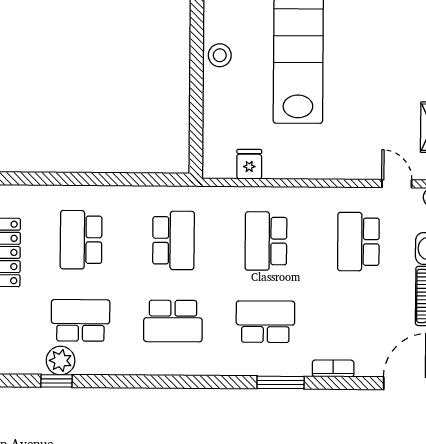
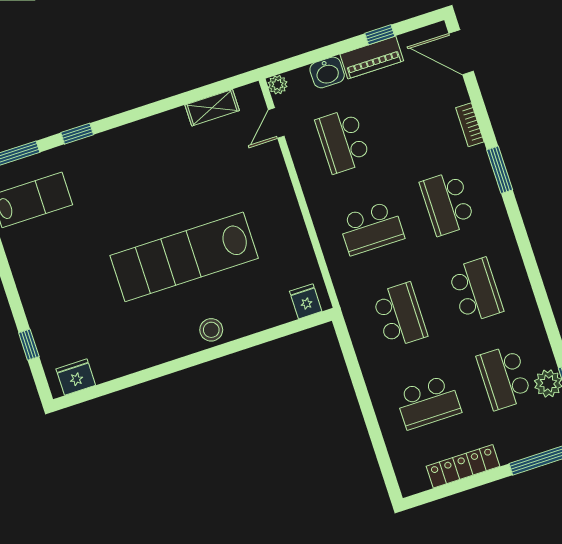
fridge: (249, 164) -> (306, 301), moved, turned 90
school desk: (173, 240) -> (400, 315), turned 90
school desk: (358, 242) -> (343, 141), turned 90

